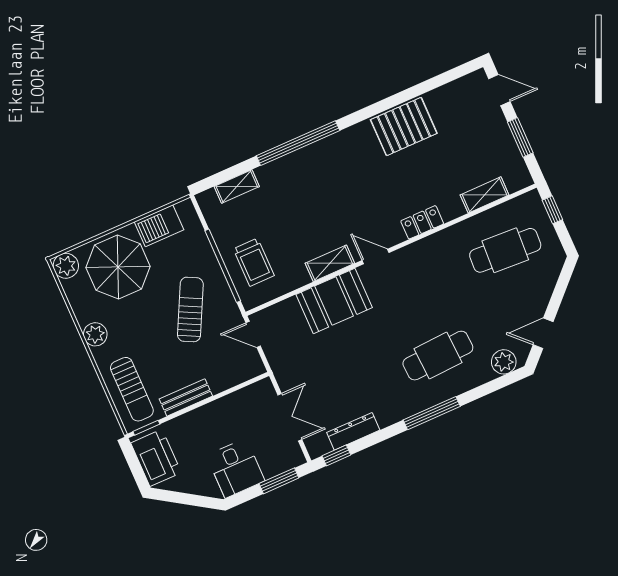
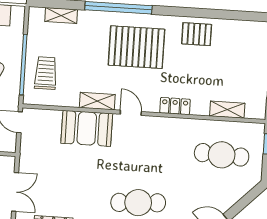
pallet: (404, 127) -> (197, 34), width x0.67, depth x0.71
pallet: (342, 178) -> (136, 47), added
trolley: (254, 262) -> (46, 73), turned 180

